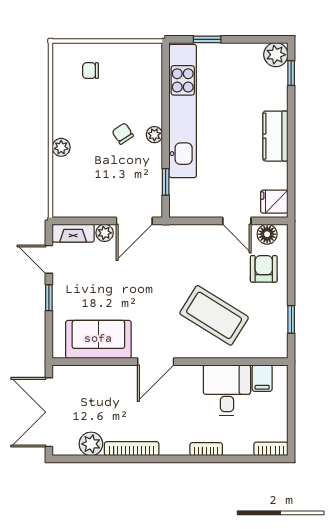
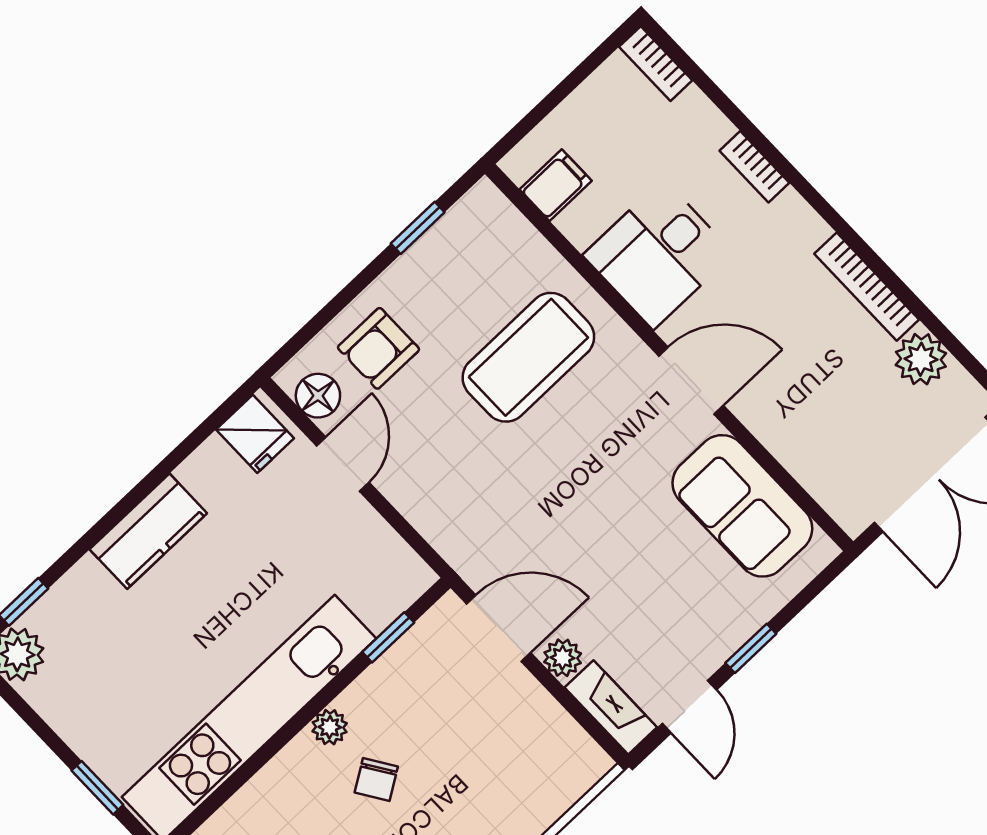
coffee table: (214, 315) -> (528, 357), turned 58
desk: (227, 390) -> (658, 254), moved

